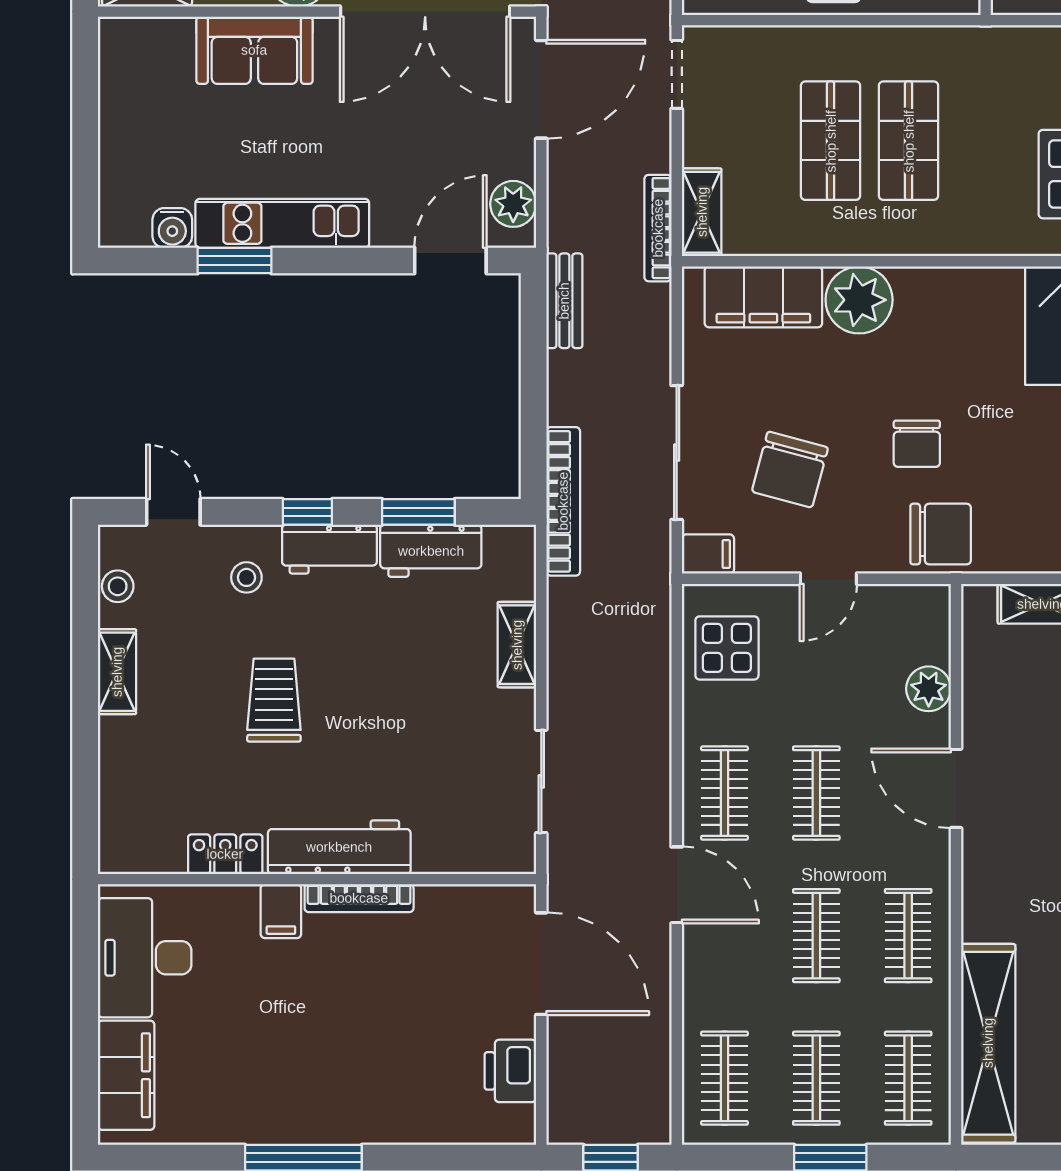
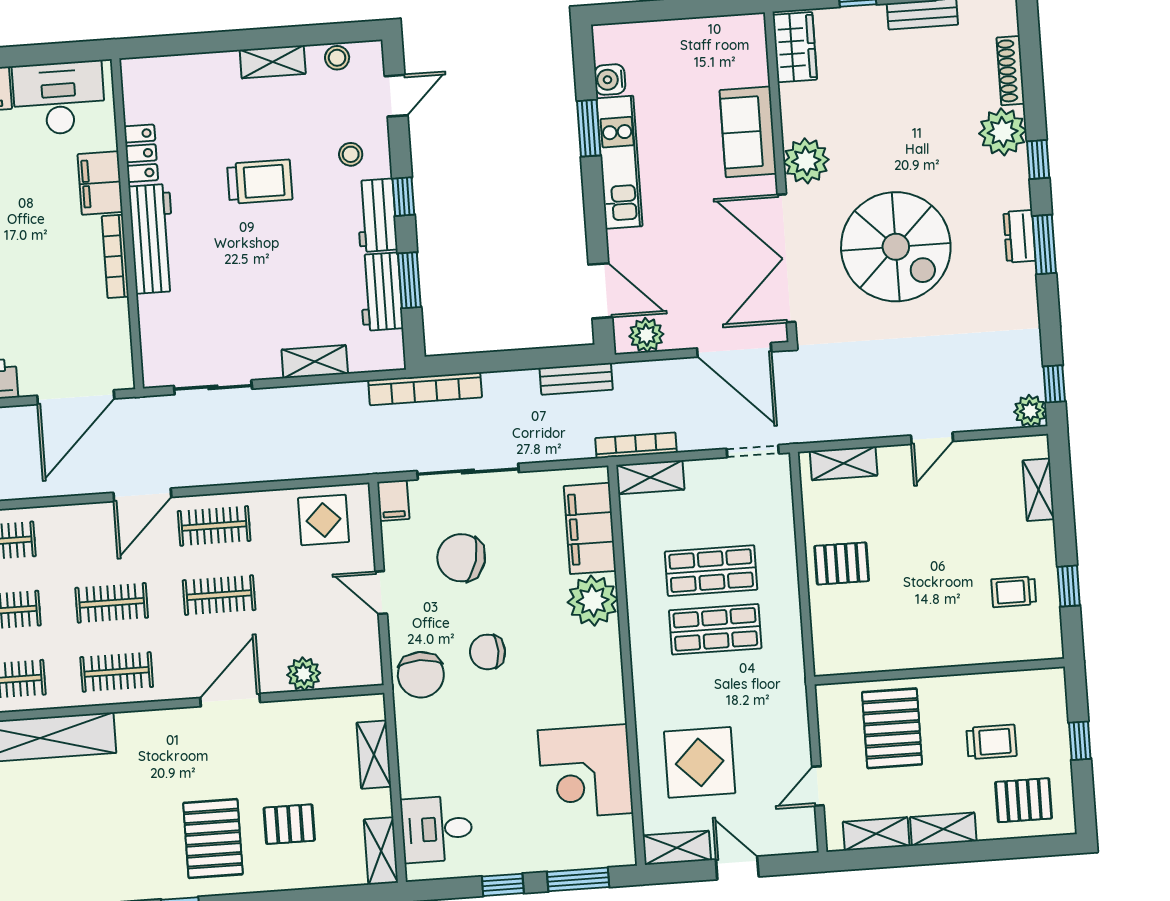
filing cabinet: (281, 911) -> (100, 183), width x2.00

